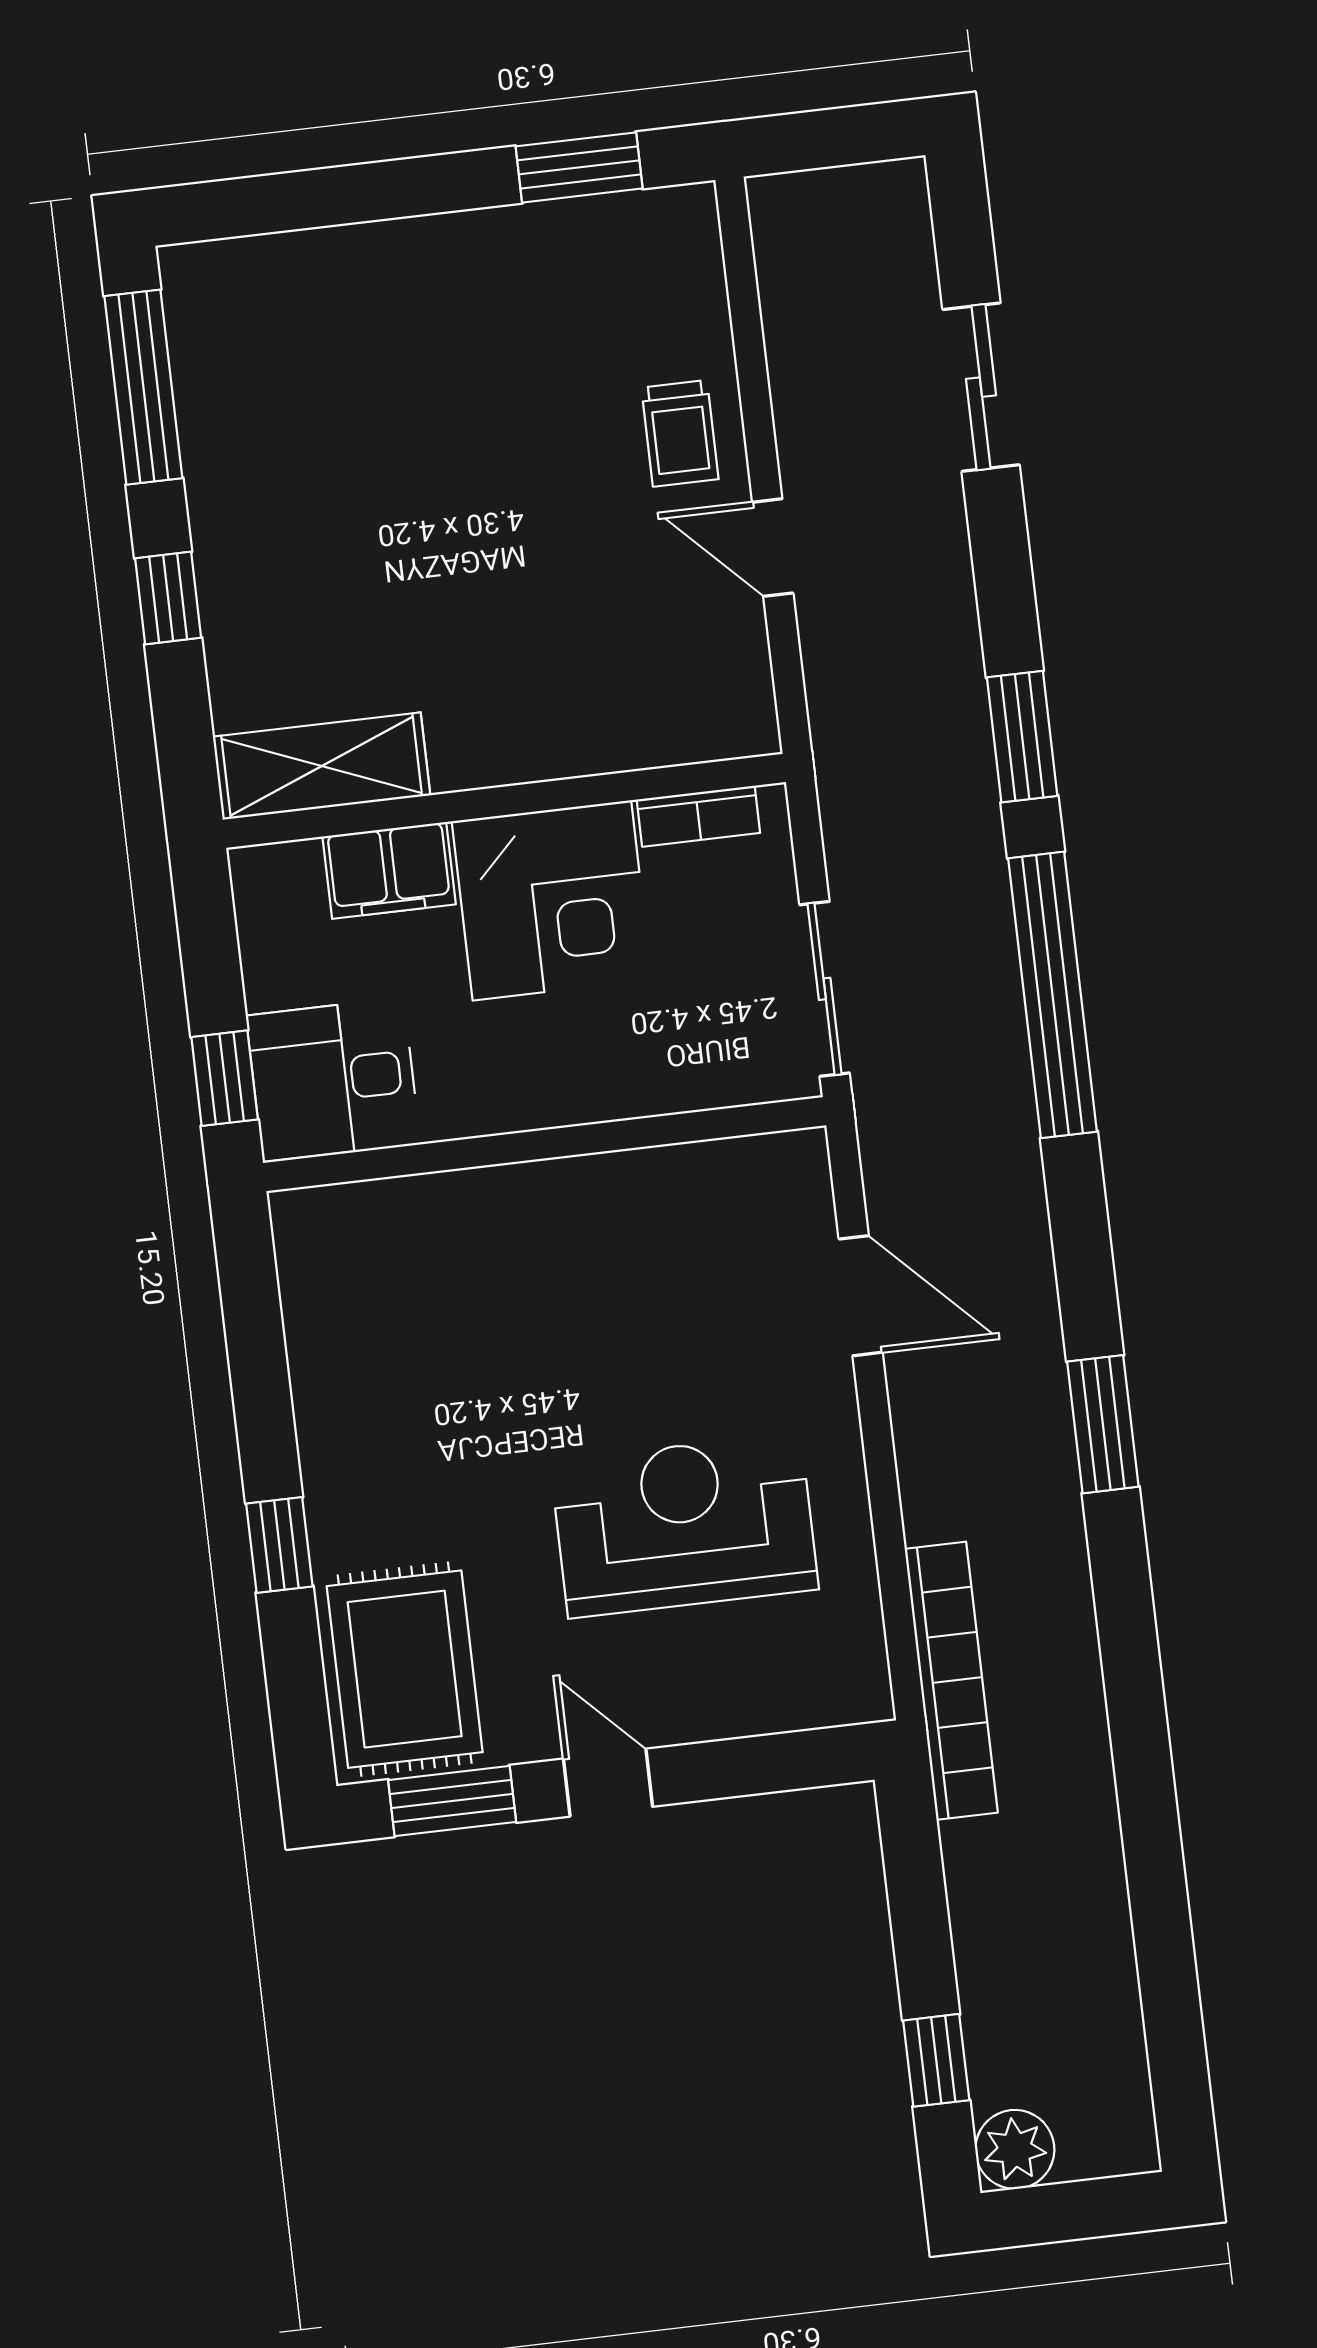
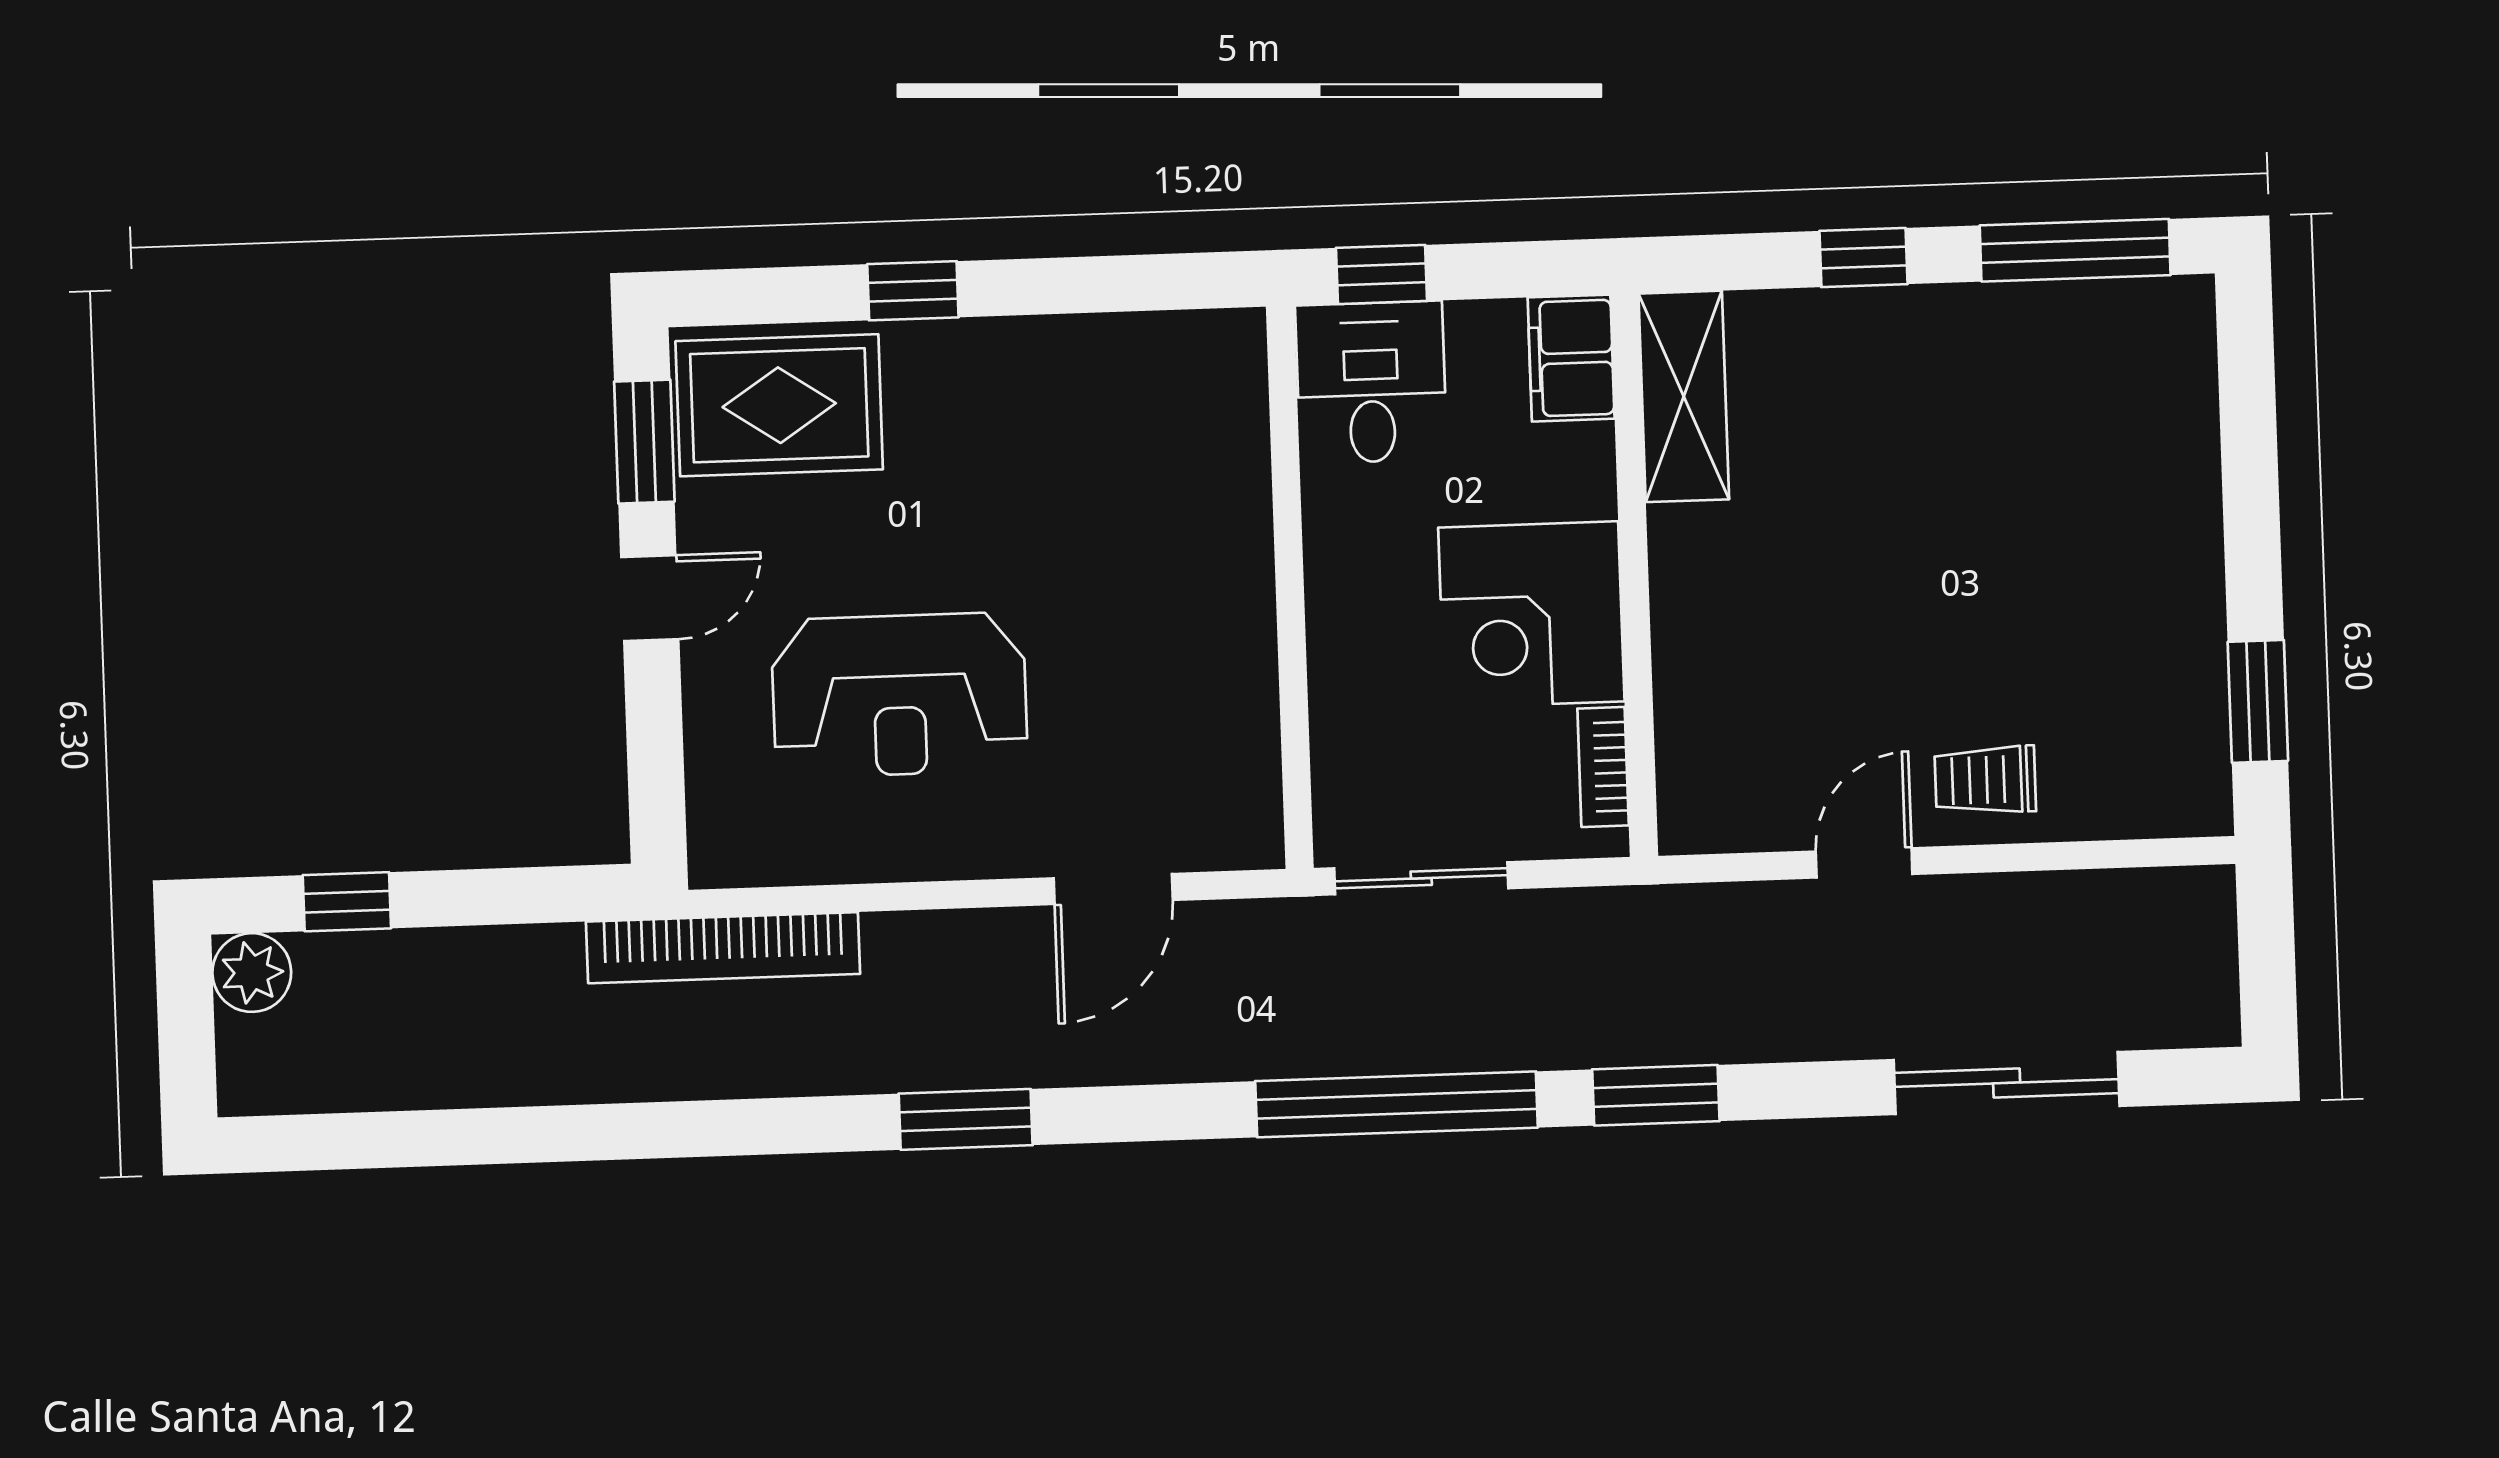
sliding door: (981, 387) -> (2007, 1083), width x1.37
filing cabinet: (389, 870) -> (1571, 358), moved
reception desk: (684, 1525) -> (899, 695), turned 90

